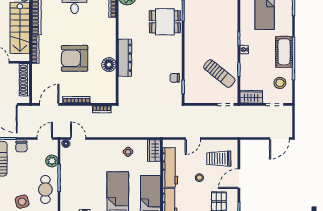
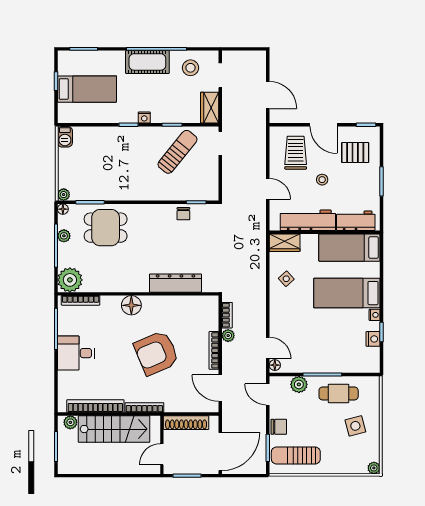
dining table: (165, 22) -> (106, 228), turned 90
armchair: (75, 58) -> (156, 353), turned 67
dresser: (125, 58) -> (176, 283), moved
floor lamp: (109, 65) -> (131, 305), moved
plant: (87, 110) -> (228, 336), added
door: (78, 139) -> (268, 348), swing flipped
door: (279, 139) -> (268, 95), moved
trolley: (219, 159) -> (296, 153), turned 180

